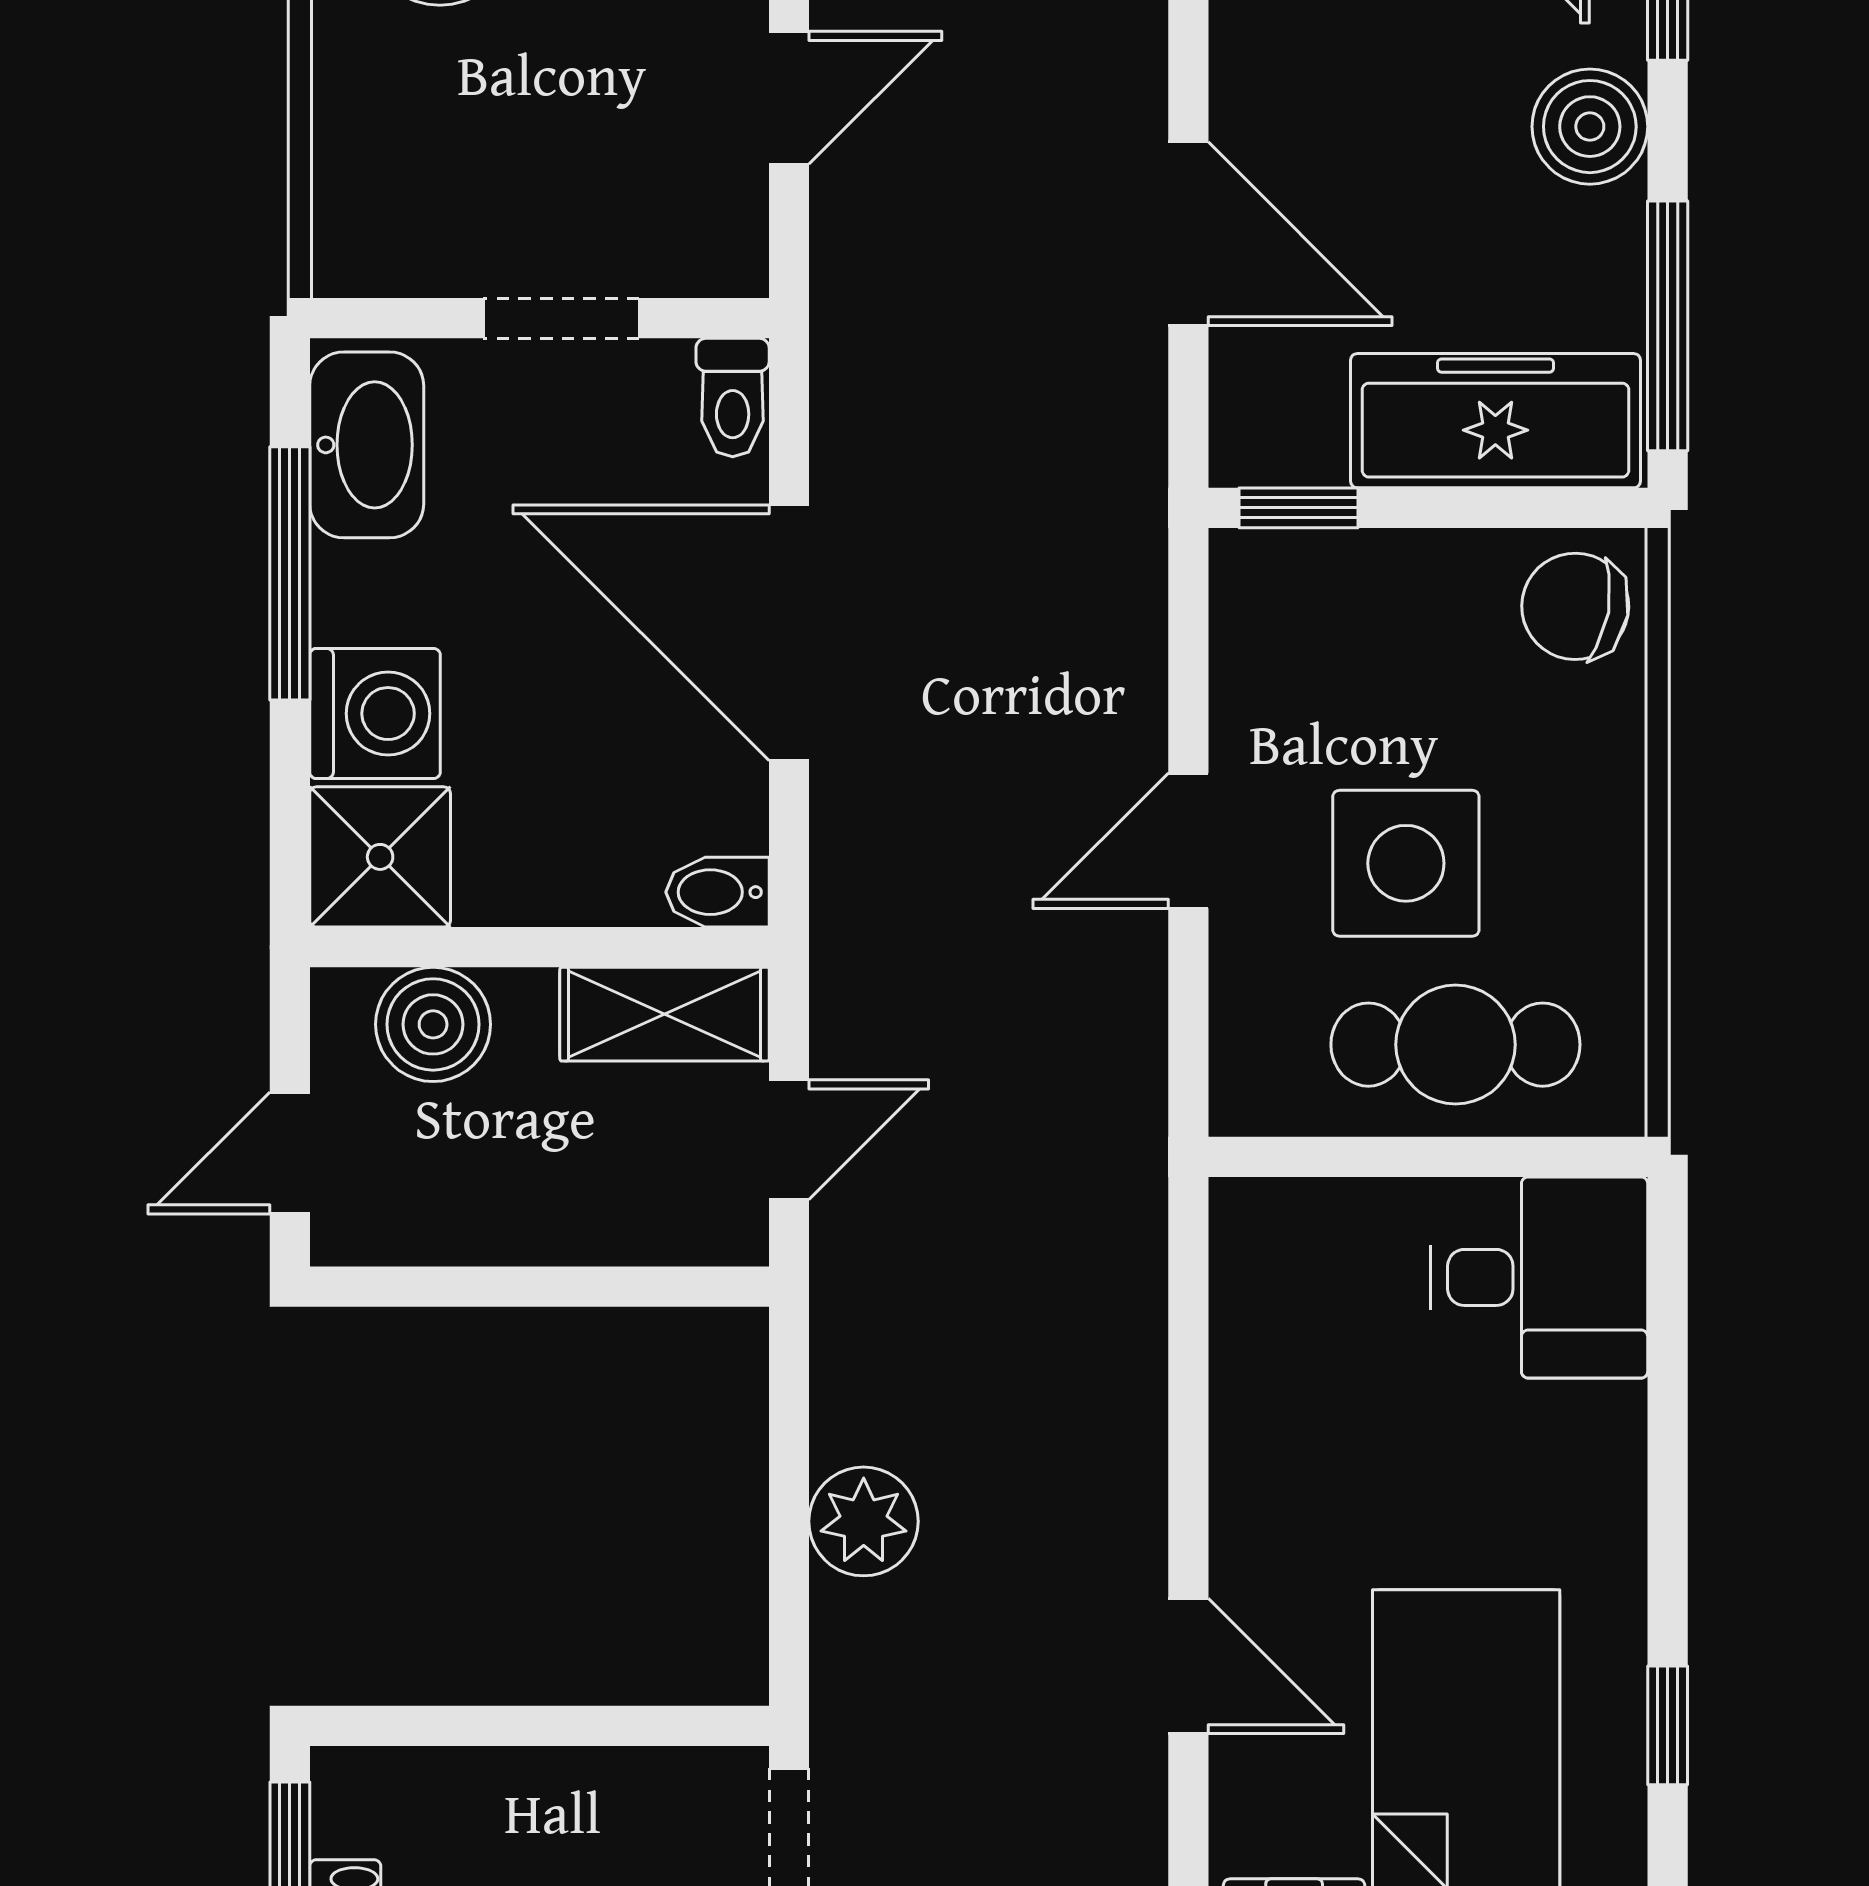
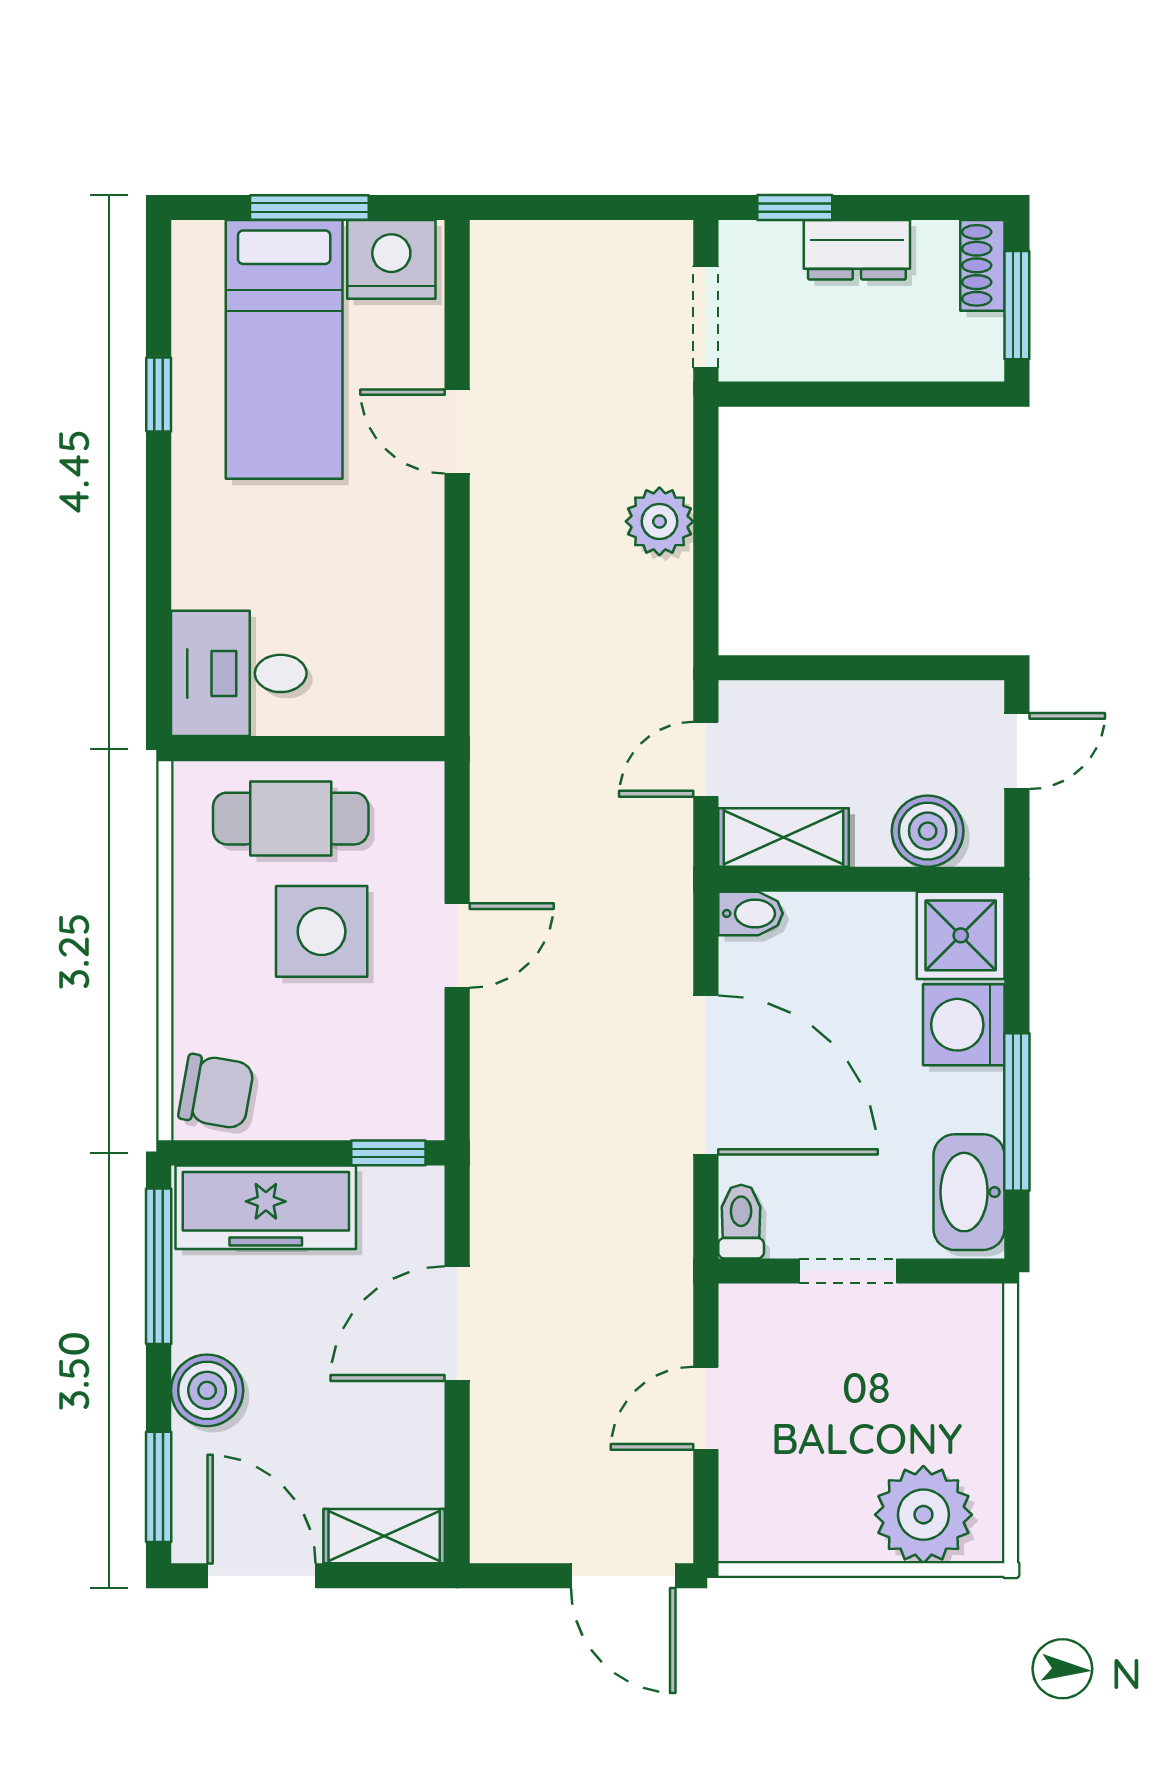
door: (1188, 234) -> (457, 1324), hinge flipped

